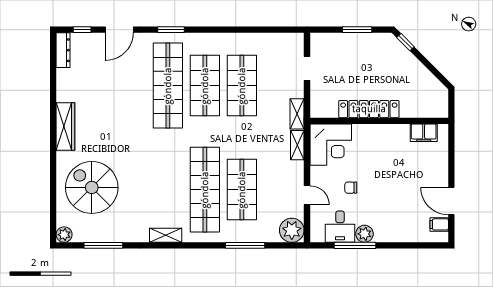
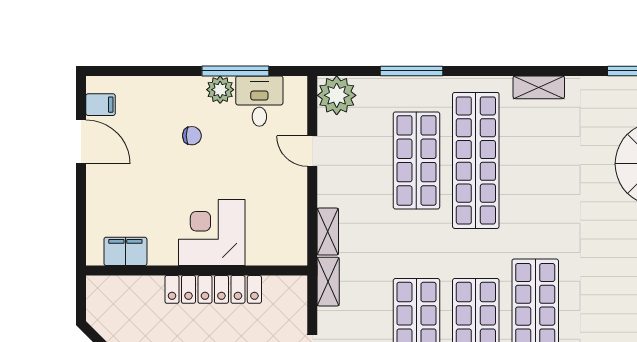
corner desk: (331, 145) -> (212, 232), moved
chair: (351, 188) -> (192, 136), moved

